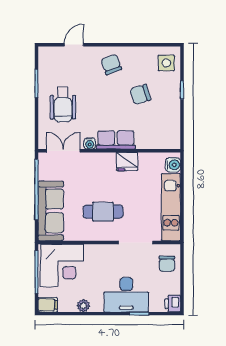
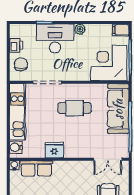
row of seats: (116, 140) -> (36, 168), moved
water cooler: (90, 143) -> (14, 165), moved
printer: (173, 304) -> (16, 45), moved
plant: (83, 306) -> (80, 29), moved

